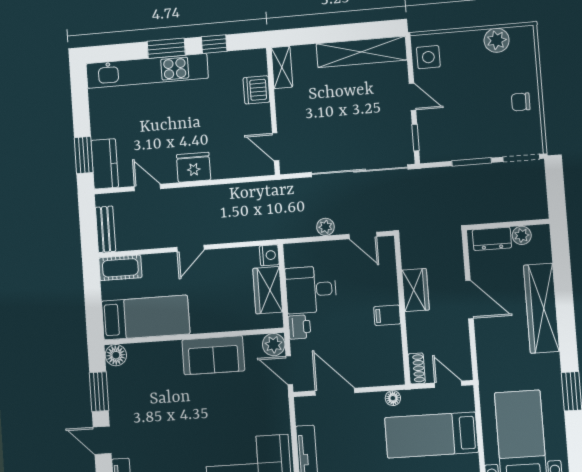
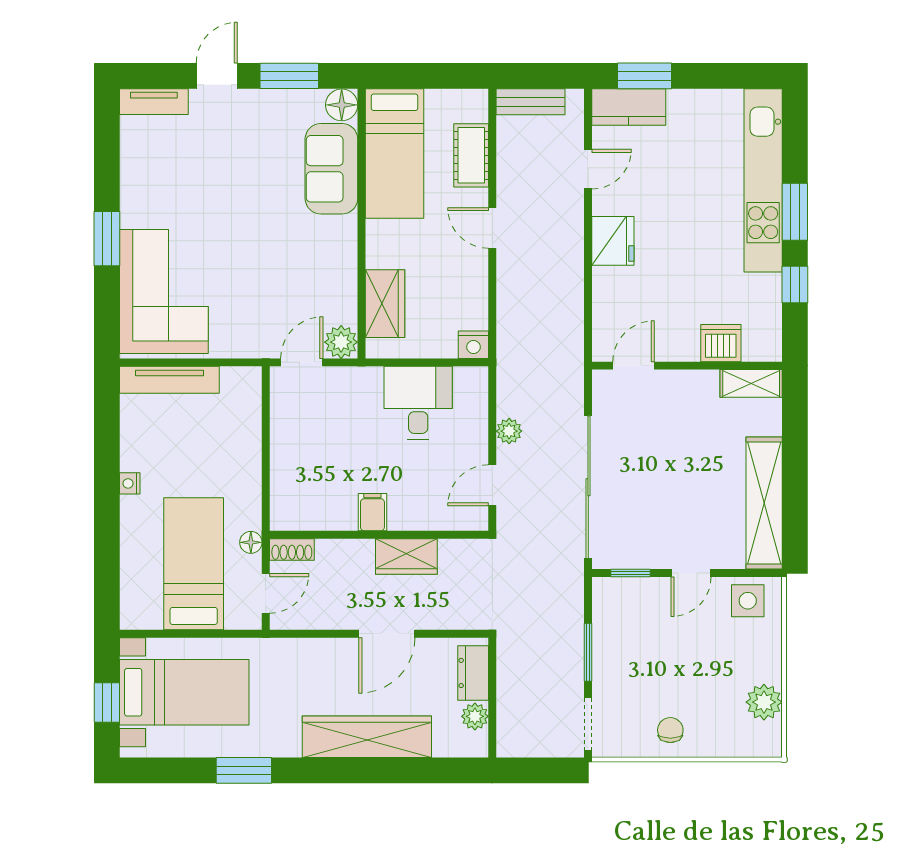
cot: (120, 268) -> (471, 155), moved
wardrobe: (268, 290) -> (385, 304), moved, turned 90
printer: (299, 327) -> (364, 382), removed
sofa: (213, 355) -> (331, 169), moved
door: (335, 392) -> (266, 427), removed
floor lamp: (393, 398) -> (251, 542), moved

